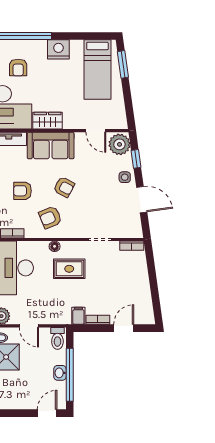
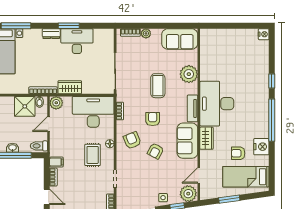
window: (123, 64) -> (229, 199), moved
armchair: (18, 68) -> (238, 153), moved

